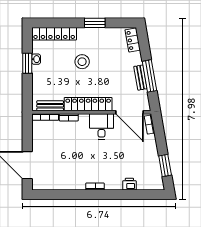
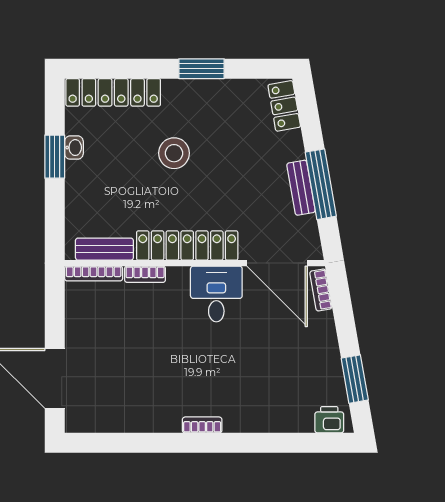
printer: (129, 184) -> (329, 420), moved

